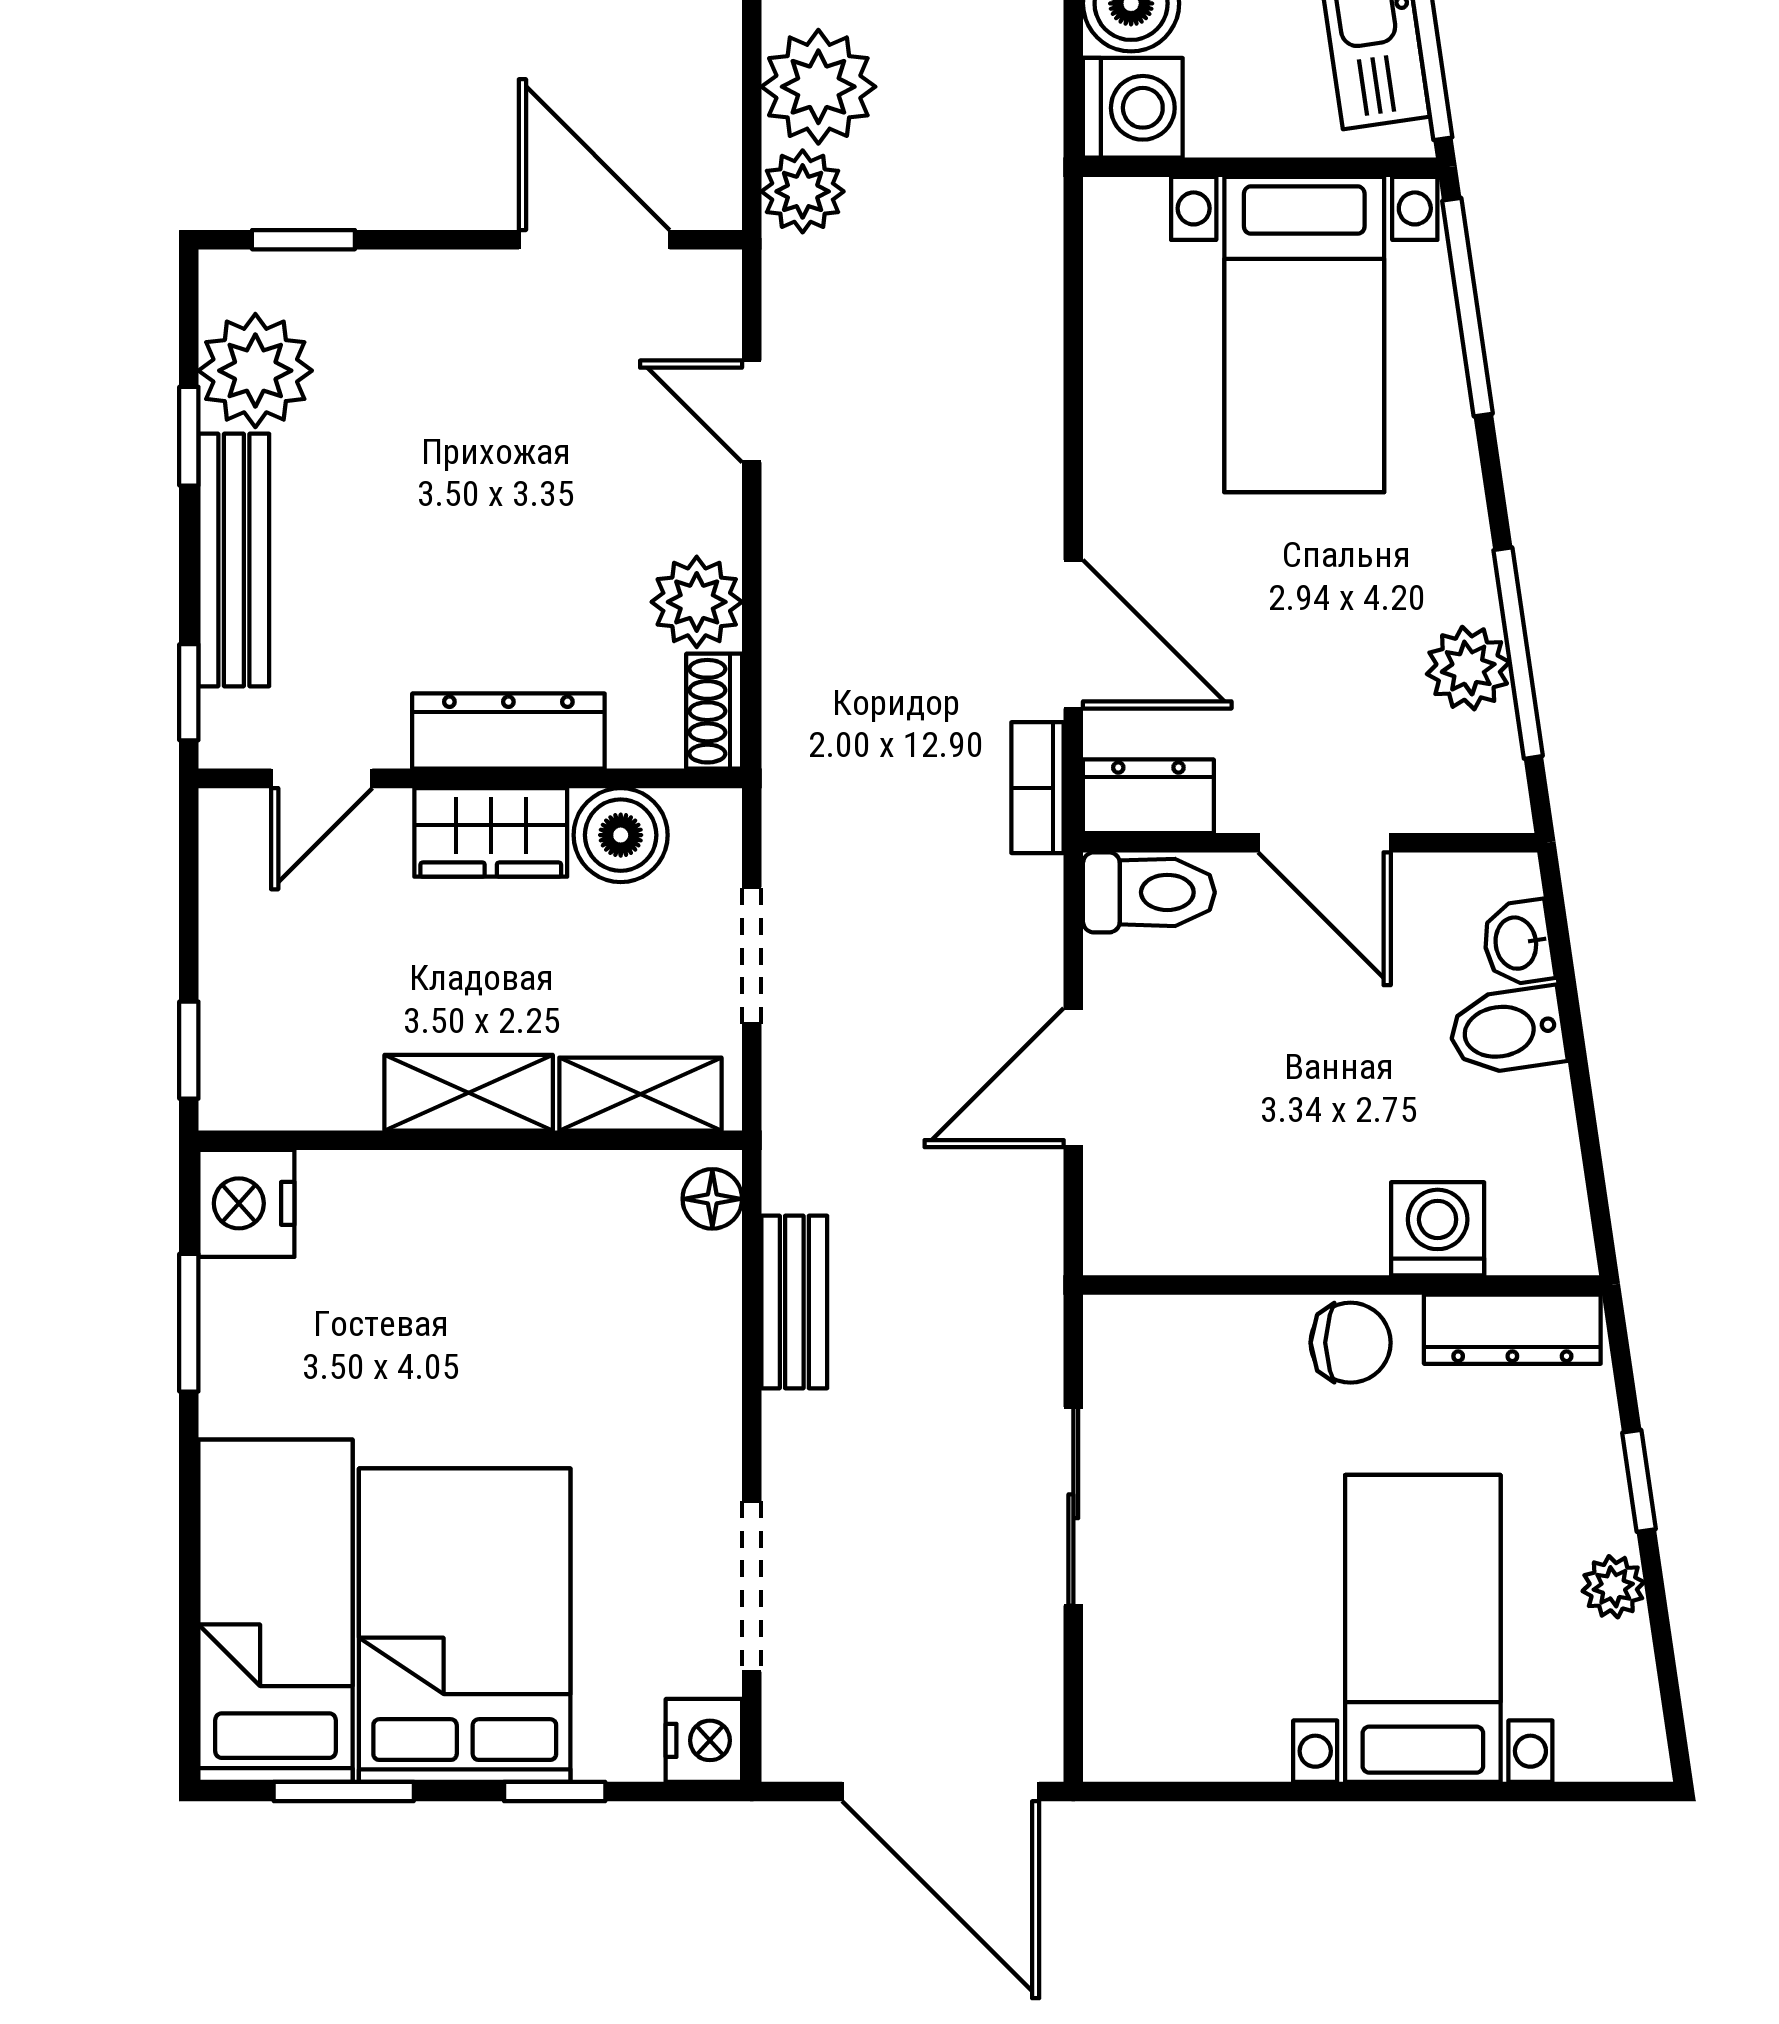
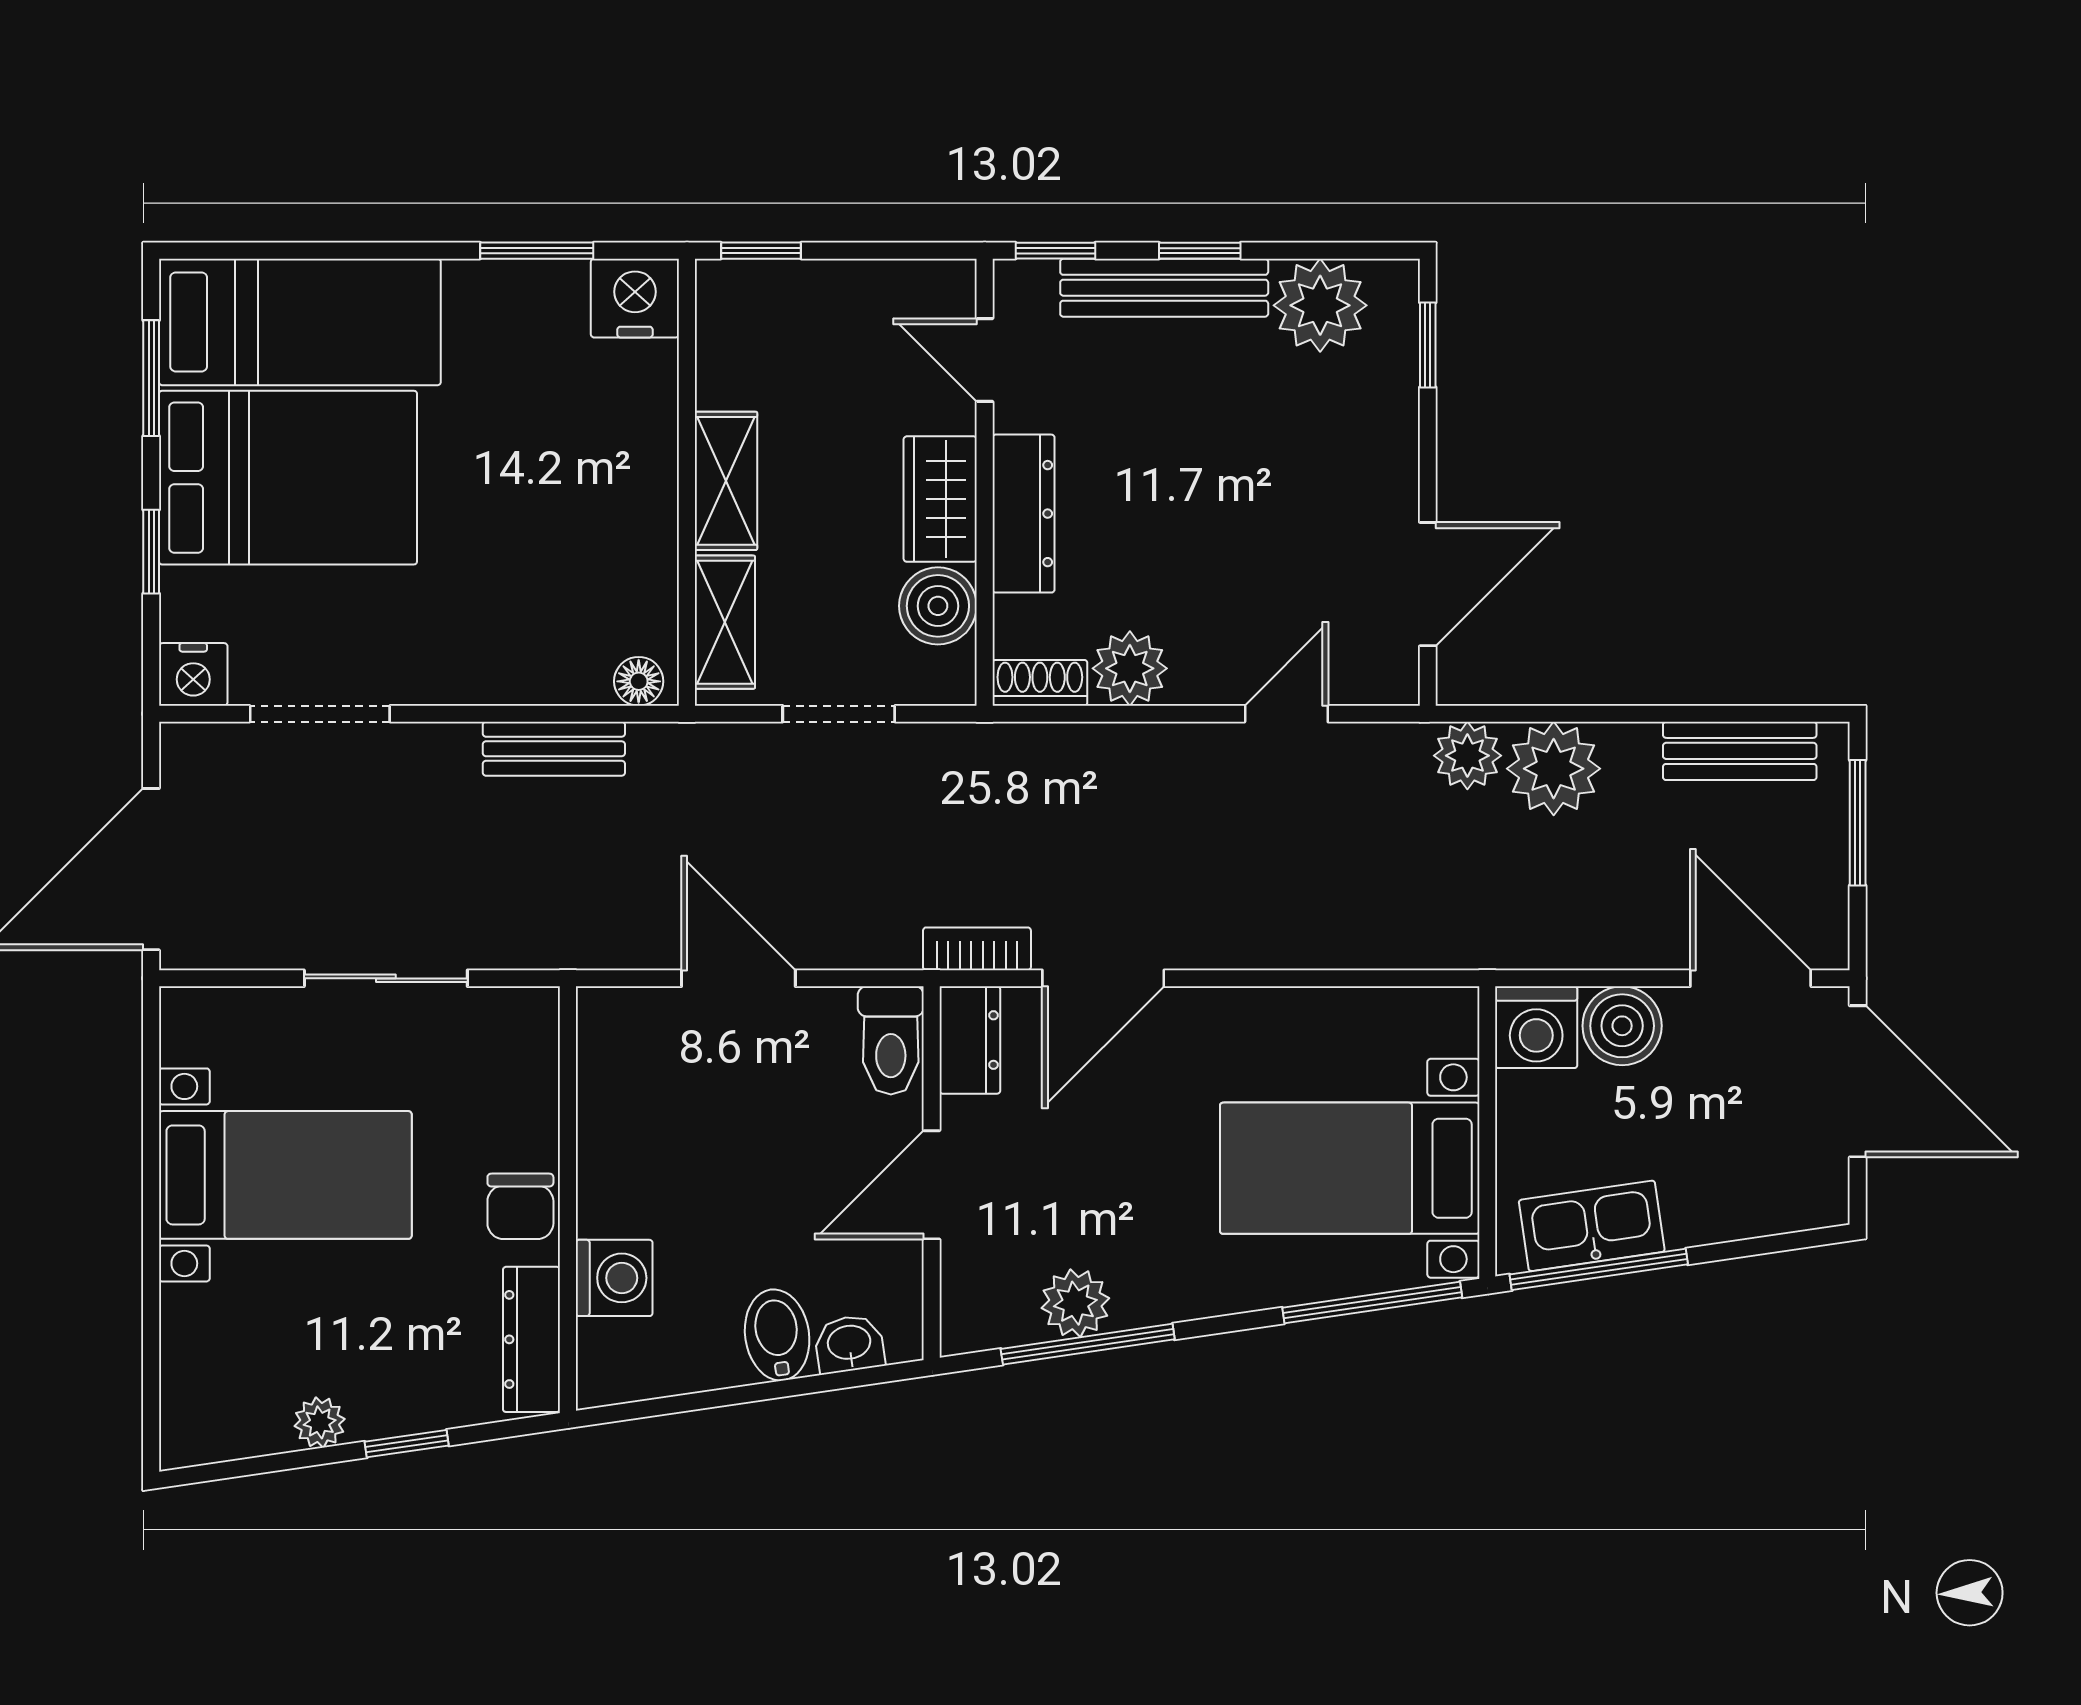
window: (189, 436) -> (1200, 251), moved
bed with nightstands: (1423, 1628) -> (285, 1175), moved

